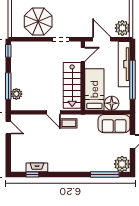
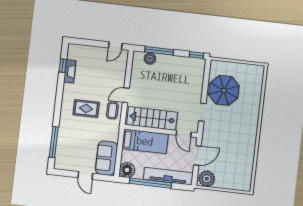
floor lamp: (112, 103) -> (127, 170), moved
rug: (70, 148) -> (86, 108), added
plant: (122, 164) -> (63, 162), removed

